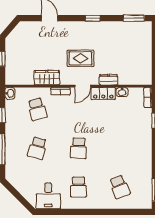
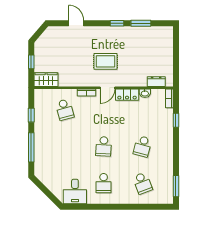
window: (134, 18) -> (141, 23), moved
wardrobe: (47, 78) -> (46, 80), moved
dresser: (108, 80) -> (156, 82), moved
washbasin: (10, 93) -> (39, 94), removed
school desk: (37, 148) -> (142, 146), moved

